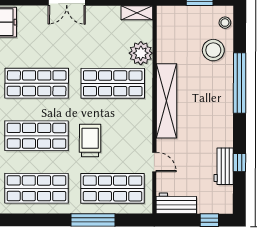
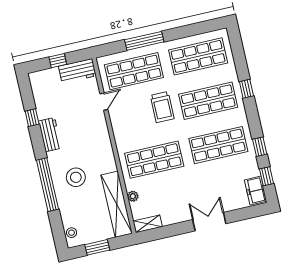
stool: (213, 50) -> (76, 177), moved
plant: (141, 53) -> (133, 196), width x0.53, depth x0.53
shelving: (167, 101) -> (117, 204), moved
door: (154, 162) -> (104, 102), swing flipped
workbench: (224, 166) -> (50, 135), moved
window: (209, 220) -> (58, 61), moved

